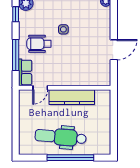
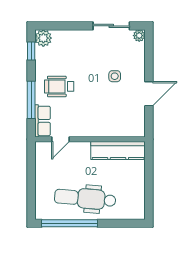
side table: (63, 29) -> (115, 76), moved
kitchen counter: (72, 97) -> (118, 151), moved
window: (70, 158) -> (69, 223), moved

